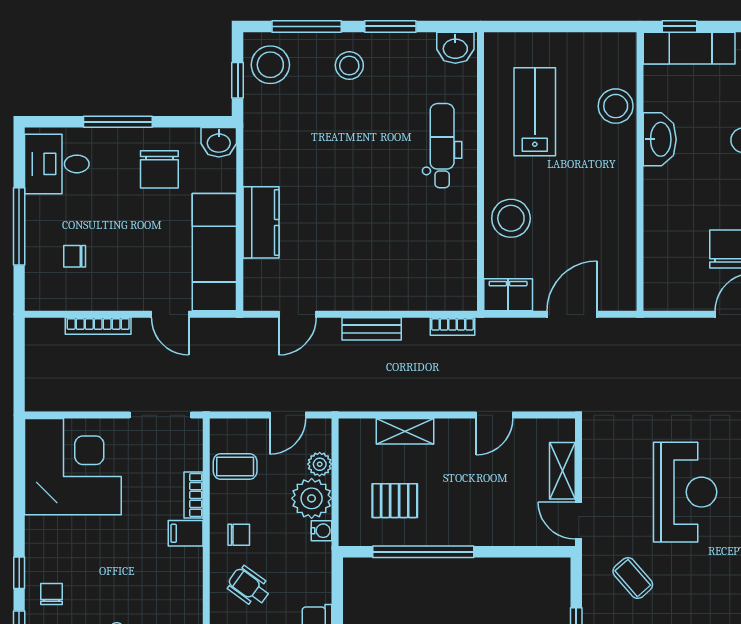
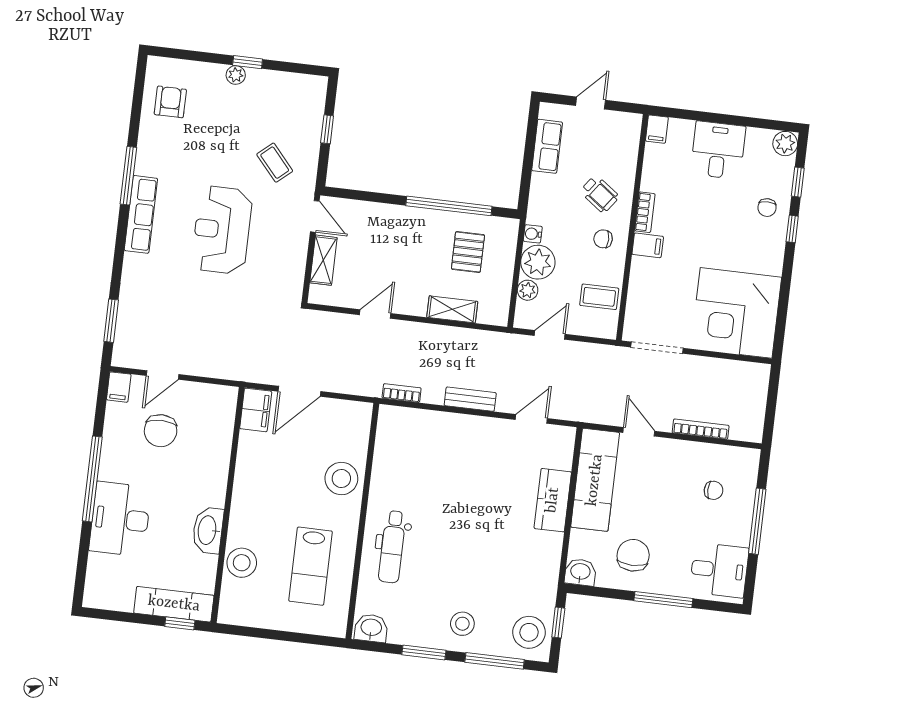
filing cabinet: (508, 295) -> (256, 410), moved, turned -90
bookcase: (194, 495) -> (645, 212), moved
pallet: (395, 501) -> (468, 252), turned 90

